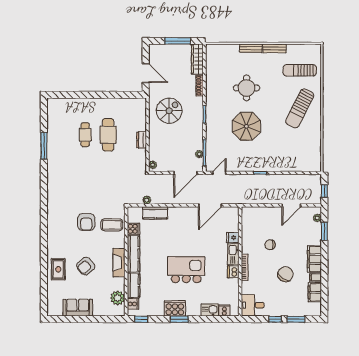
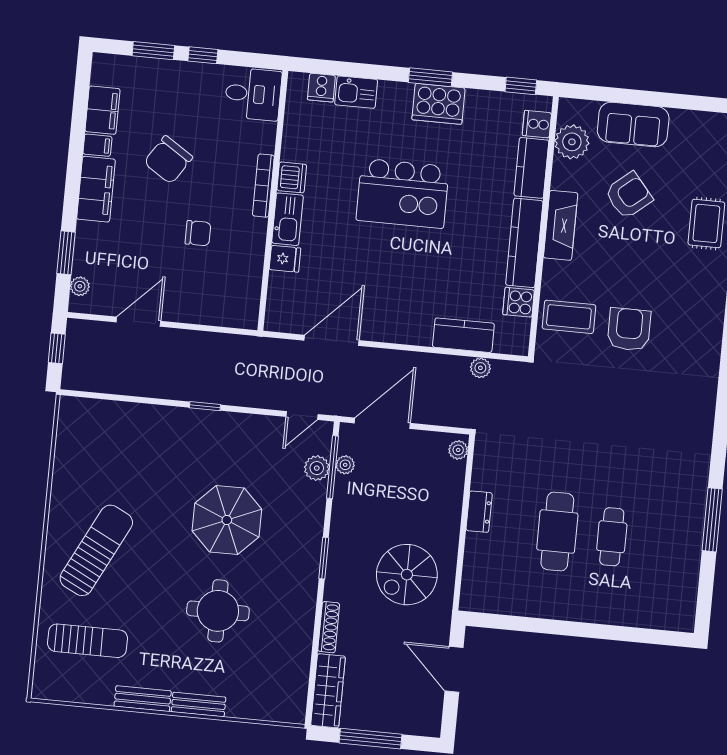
plant: (211, 152) -> (317, 468), added
armchair: (86, 266) -> (629, 195), moved
sofa: (78, 308) -> (633, 124), moved

